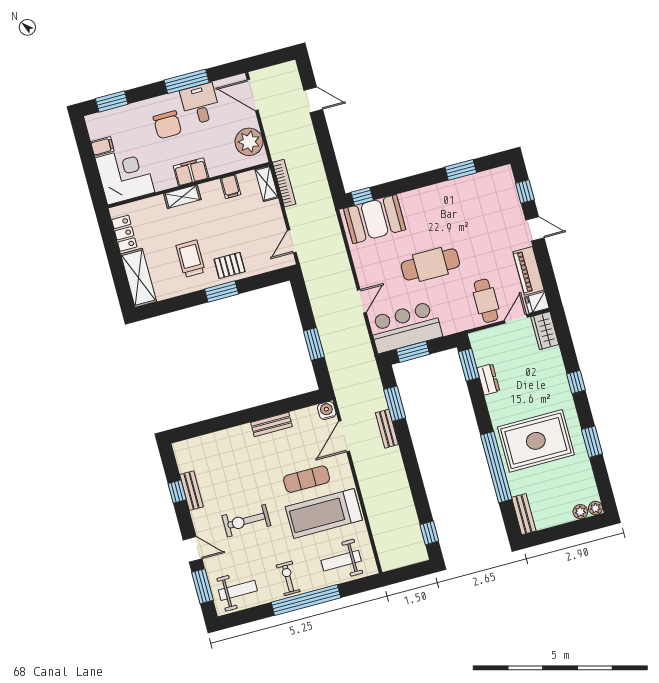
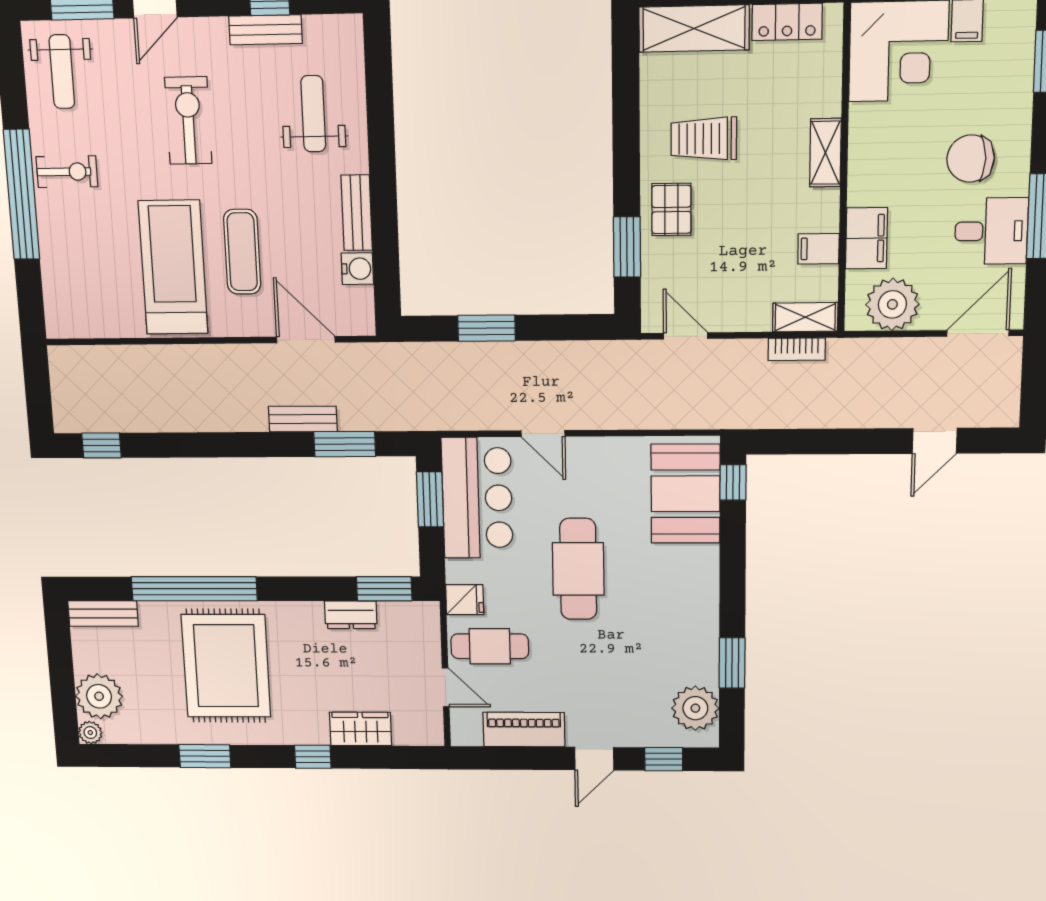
filing cabinet: (191, 172) -> (866, 238), moved
plant: (491, 182) -> (695, 708), added
bookcase: (284, 183) -> (797, 349), width x0.64
trolley: (191, 259) -> (704, 139), turned 180
window: (222, 291) -> (627, 247), moved
fridge: (537, 302) -> (465, 600), moved, turned 90
wardrobe: (545, 331) -> (361, 729), moved
water cooler: (327, 410) -> (357, 269), moved
plant: (580, 512) -> (99, 696), width x1.88, depth x1.88
weight bench: (341, 561) -> (313, 114), moved

